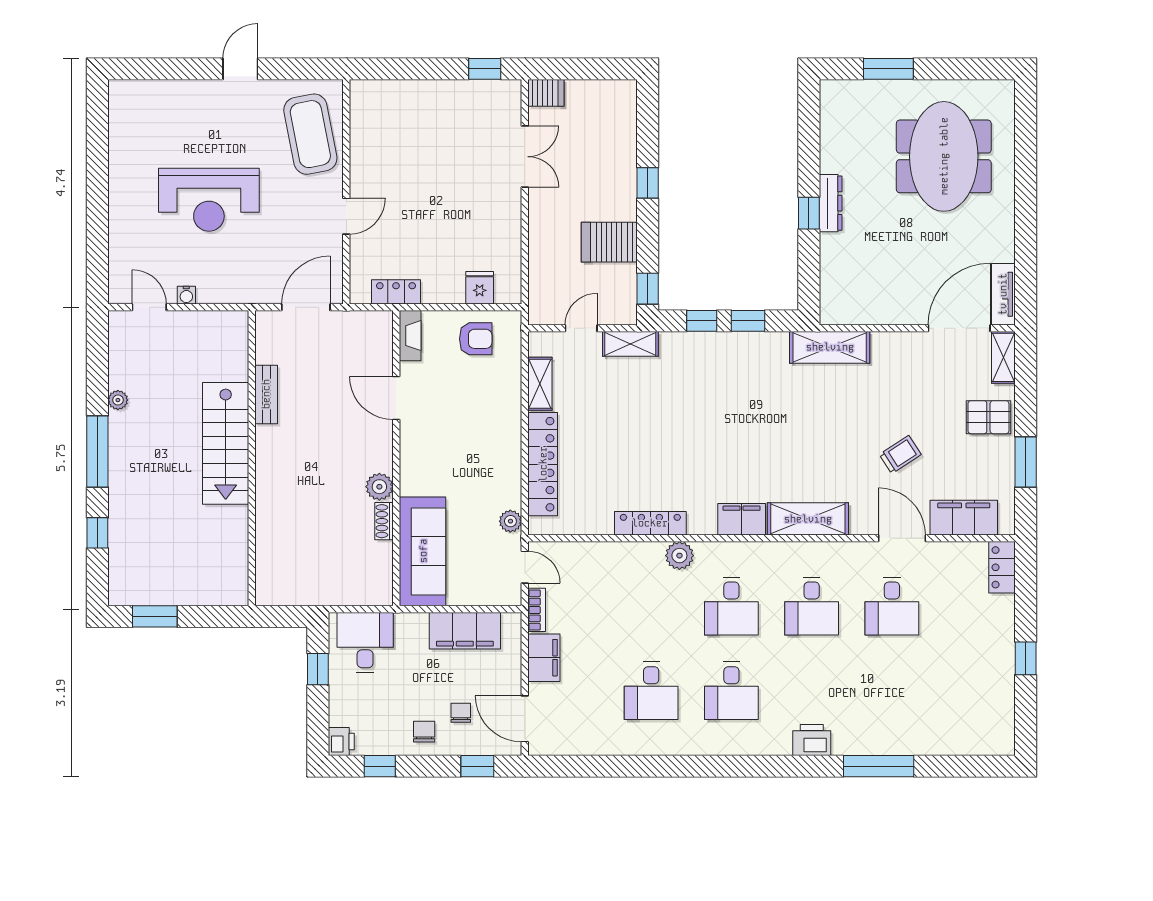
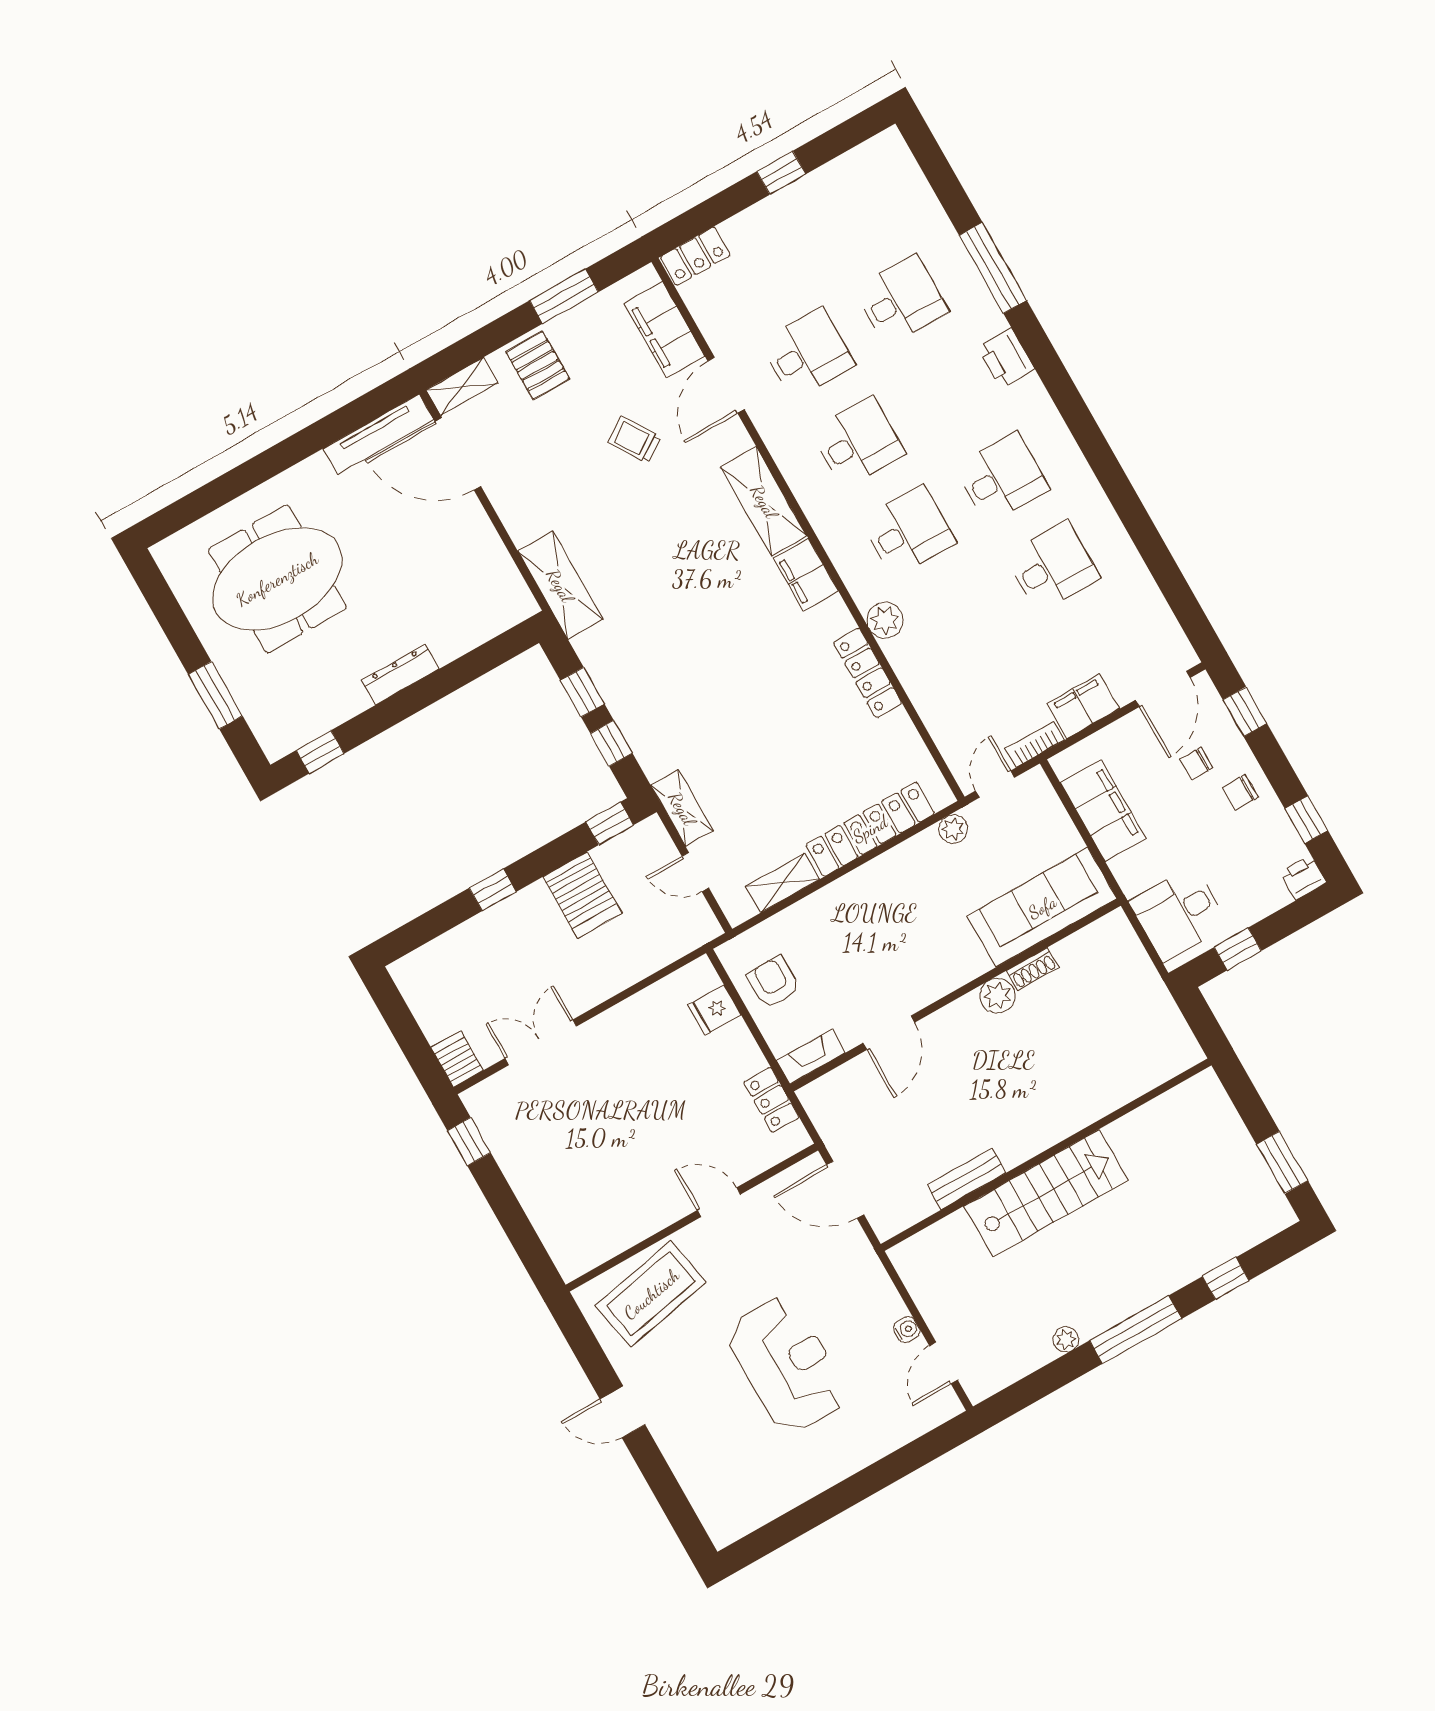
window: (809, 213) -> (320, 752), moved
tv unit: (1003, 294) -> (378, 434), width x1.41
desk: (892, 691) -> (901, 300), added

